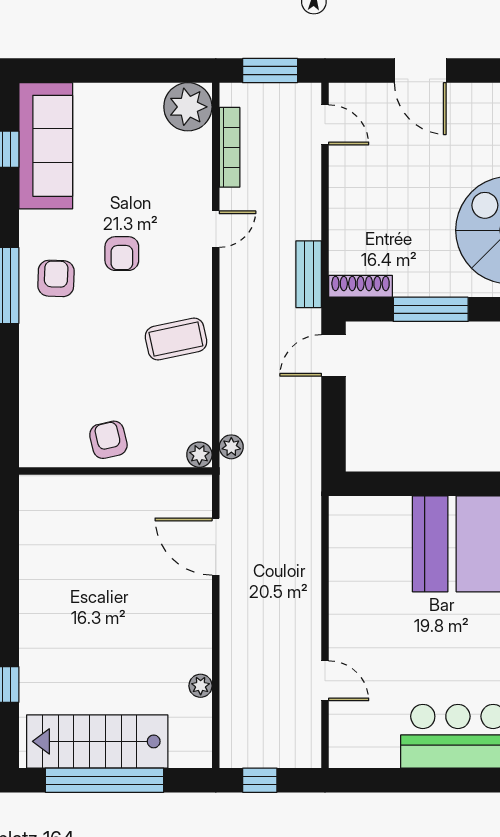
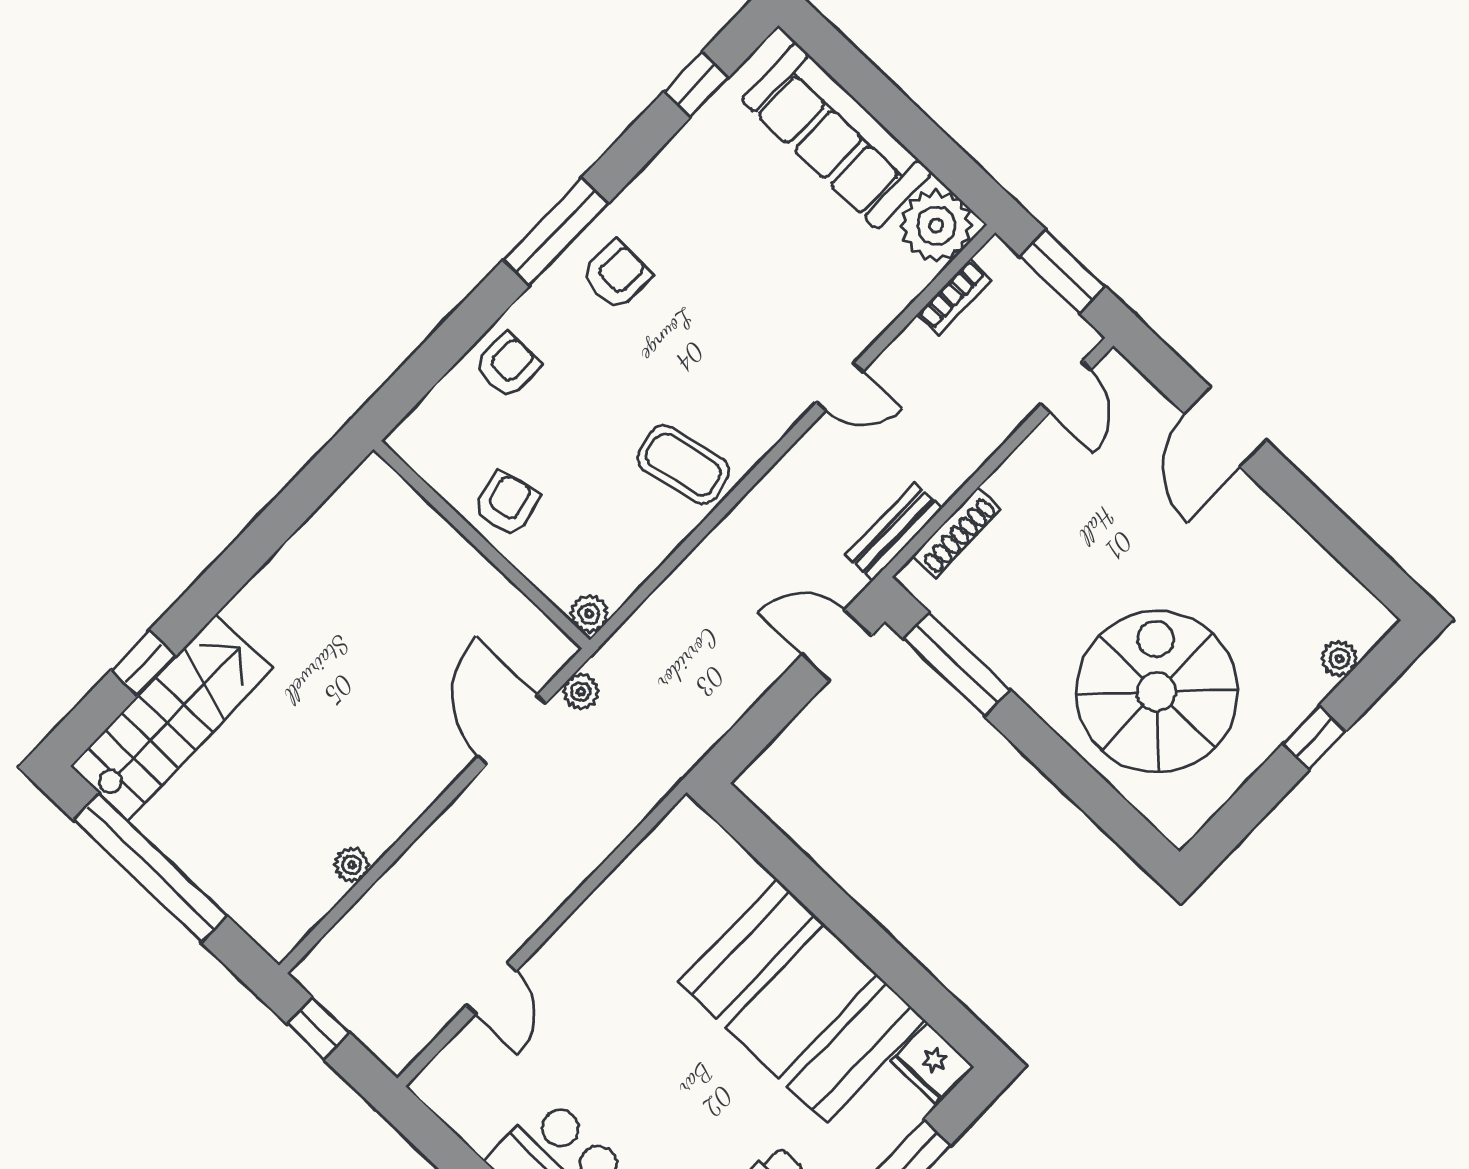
sofa: (46, 146) -> (837, 136), moved, turned 90
bookcase: (230, 147) -> (954, 297), width x0.64
armchair: (122, 254) -> (507, 365), moved, turned 180
shoe rack: (361, 286) -> (957, 533), moved, turned 90
window: (431, 309) -> (957, 664), moved
plant: (231, 447) -> (581, 692), moved
stairs: (97, 741) -> (172, 717), moved, turned 90

